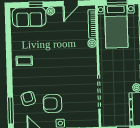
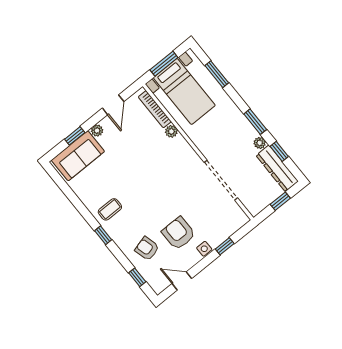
window: (9, 72) -> (103, 235), added
armchair: (53, 103) -> (179, 233), turned 90
window: (11, 111) -> (137, 277), width x0.46

